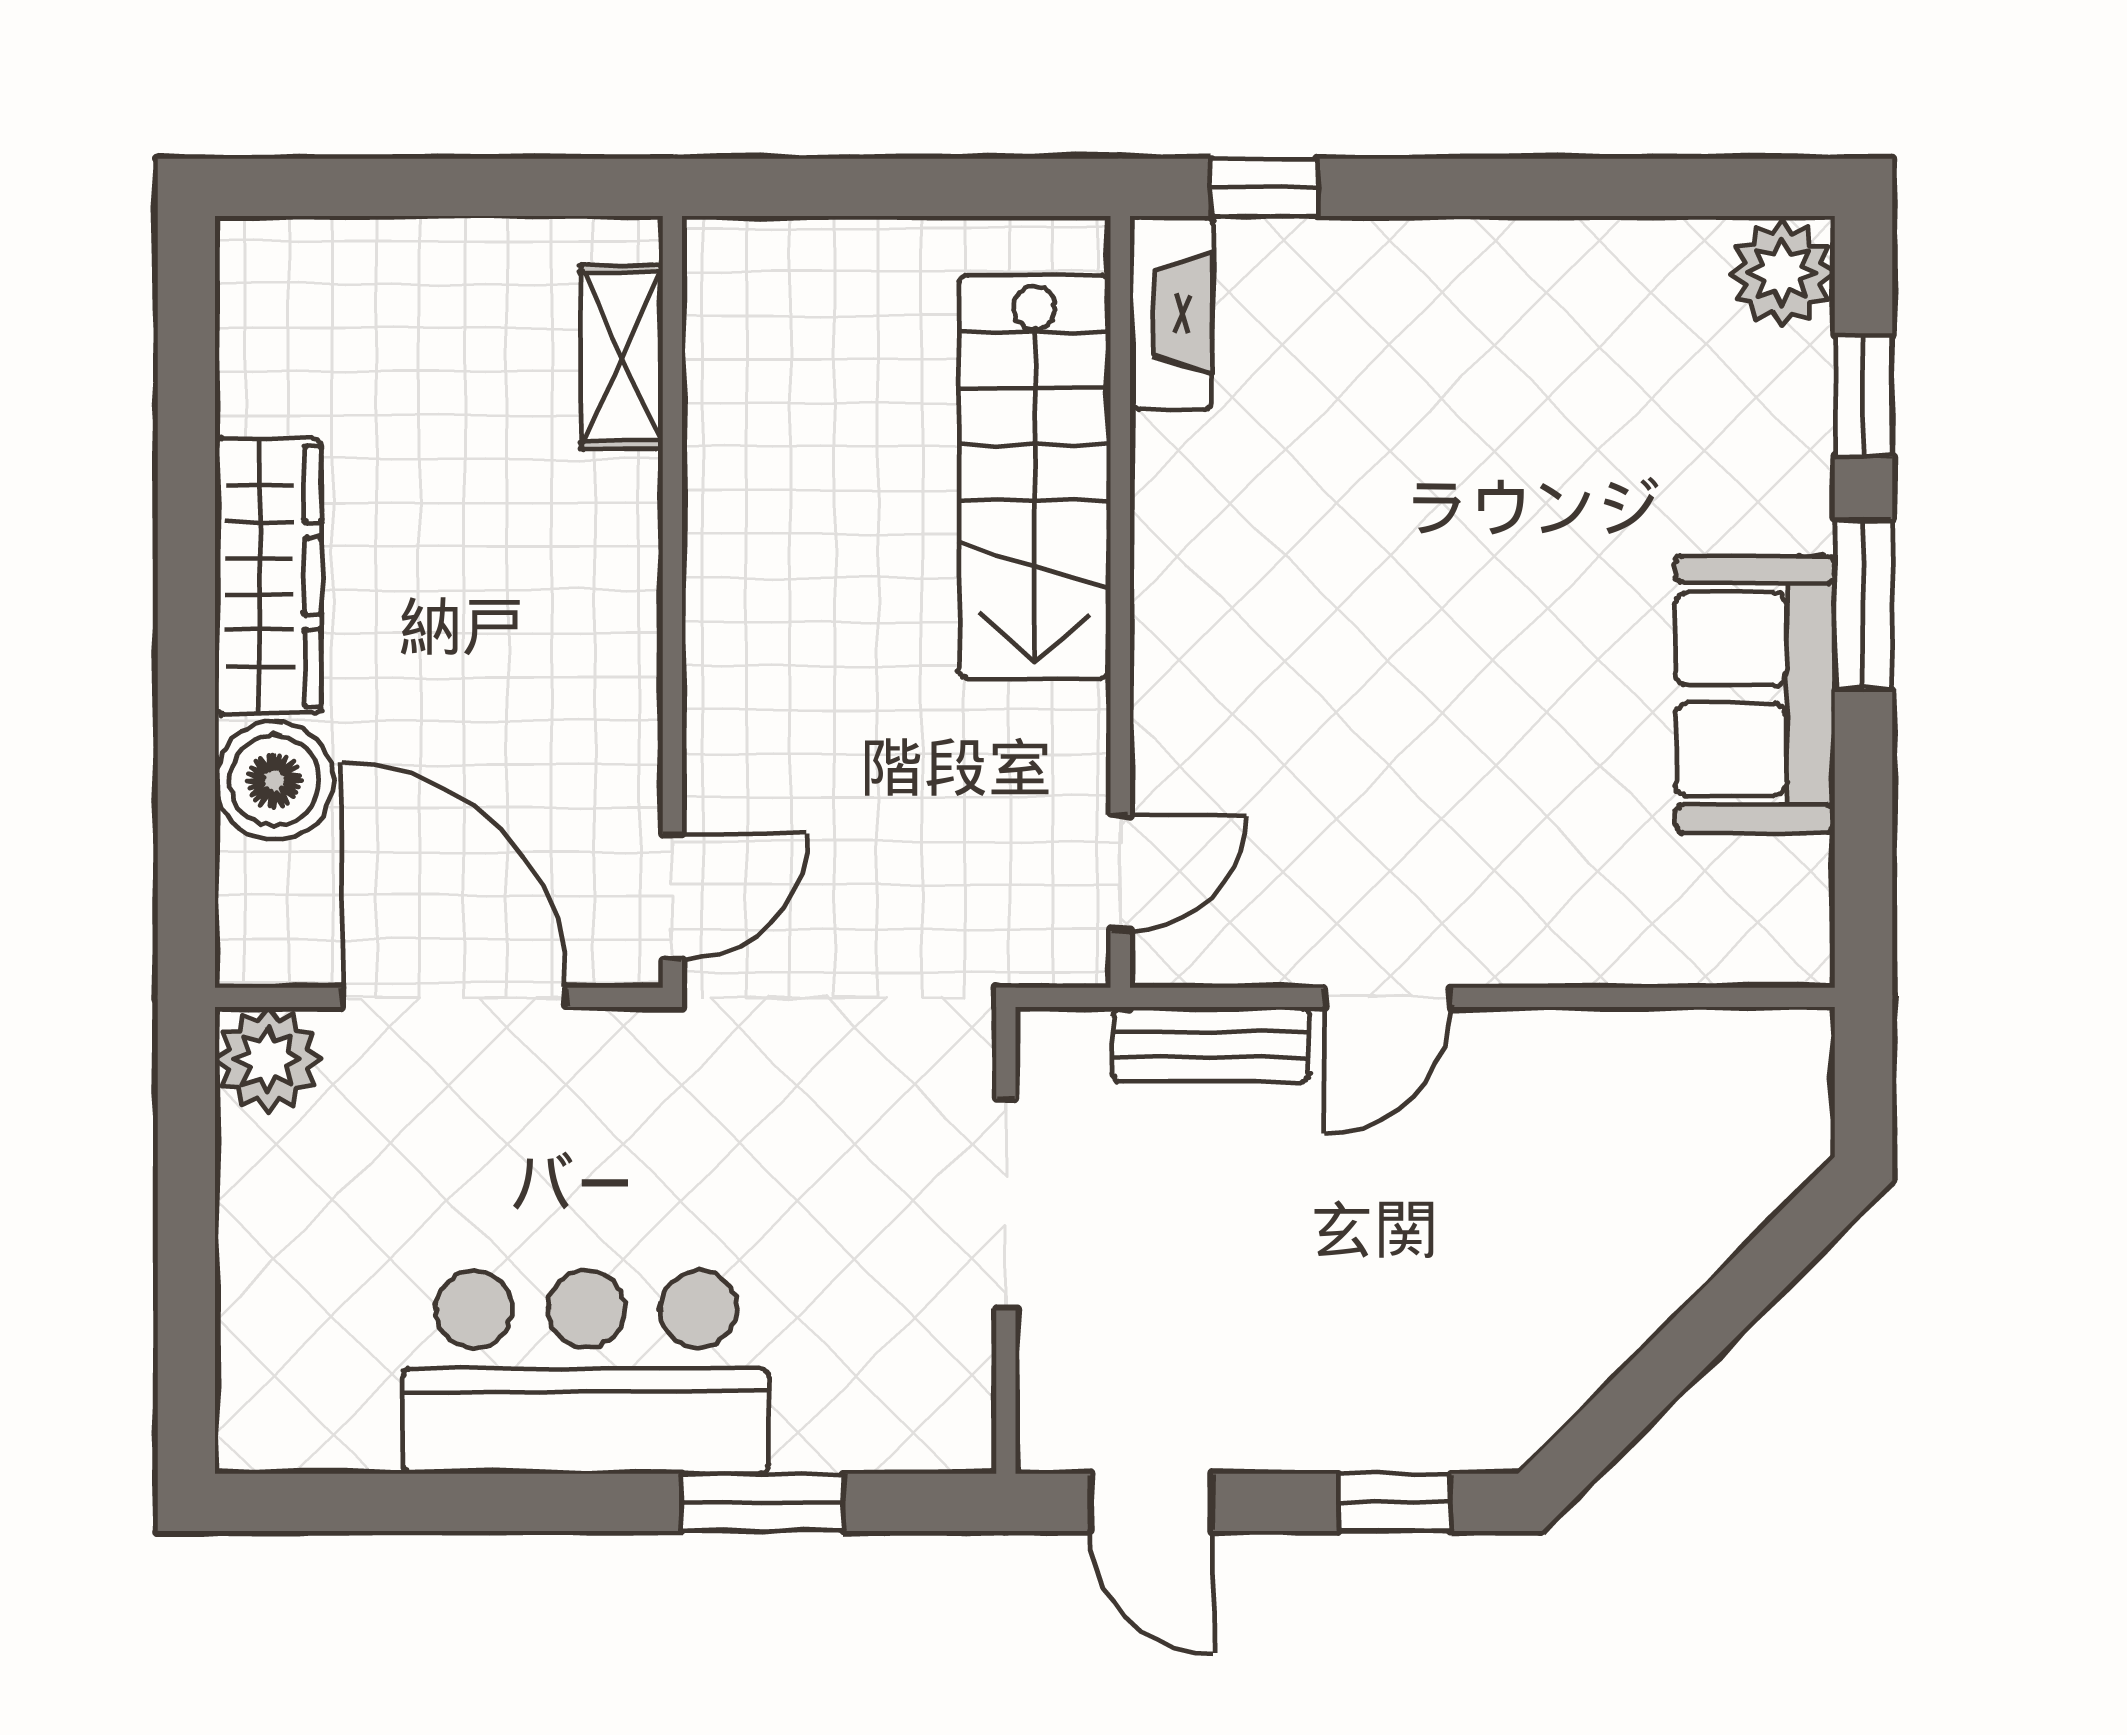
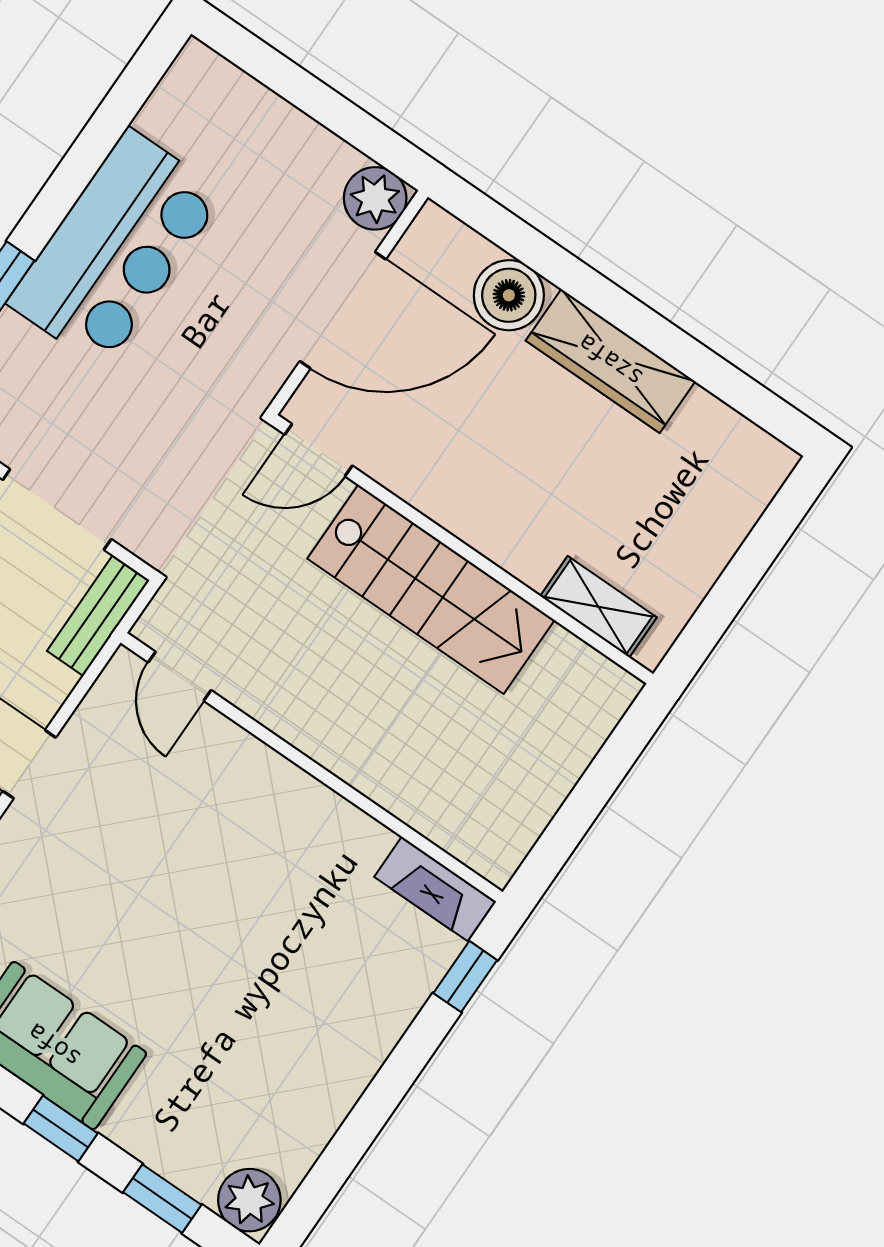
stairs: (1035, 477) -> (431, 589), moved, turned 180
window: (1864, 604) -> (61, 1128), width x0.67
door: (672, 897) -> (319, 450), hinge flipped
bench: (1211, 1044) -> (98, 616), moved

